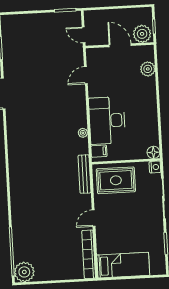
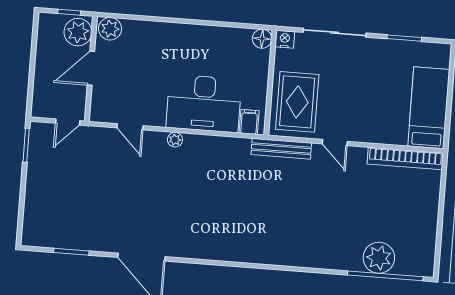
plant: (148, 69) -> (110, 29), moved
plant: (83, 133) -> (175, 140), moved
door: (94, 218) -> (335, 143), moved
plant: (24, 272) -> (379, 258), moved

